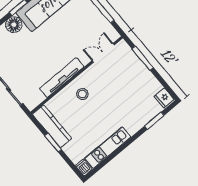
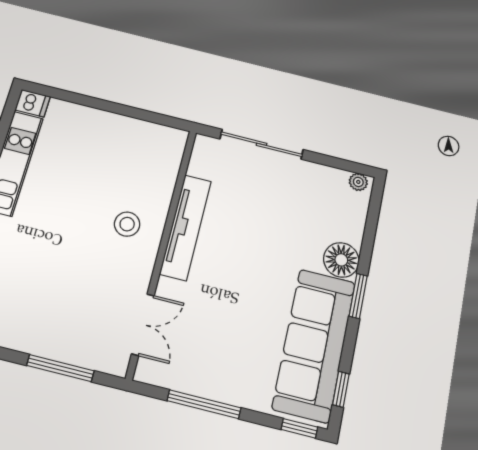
kitchen counter: (52, 126) -> (140, 134), removed
window: (53, 143) -> (118, 109), removed

